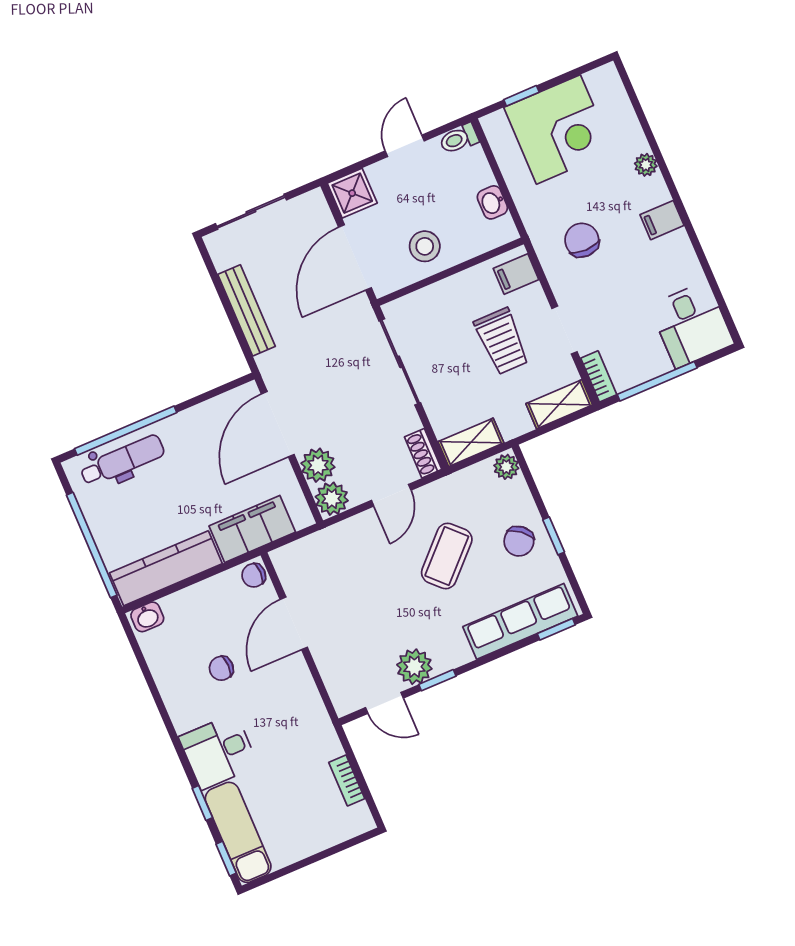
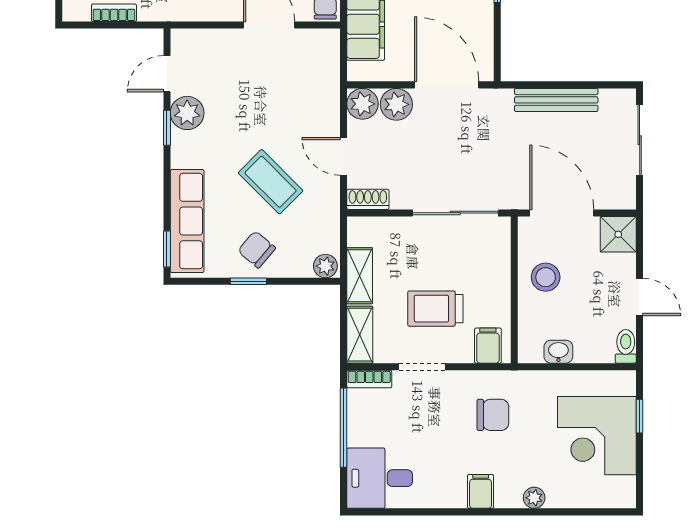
shelving: (471, 442) -> (360, 276), moved

